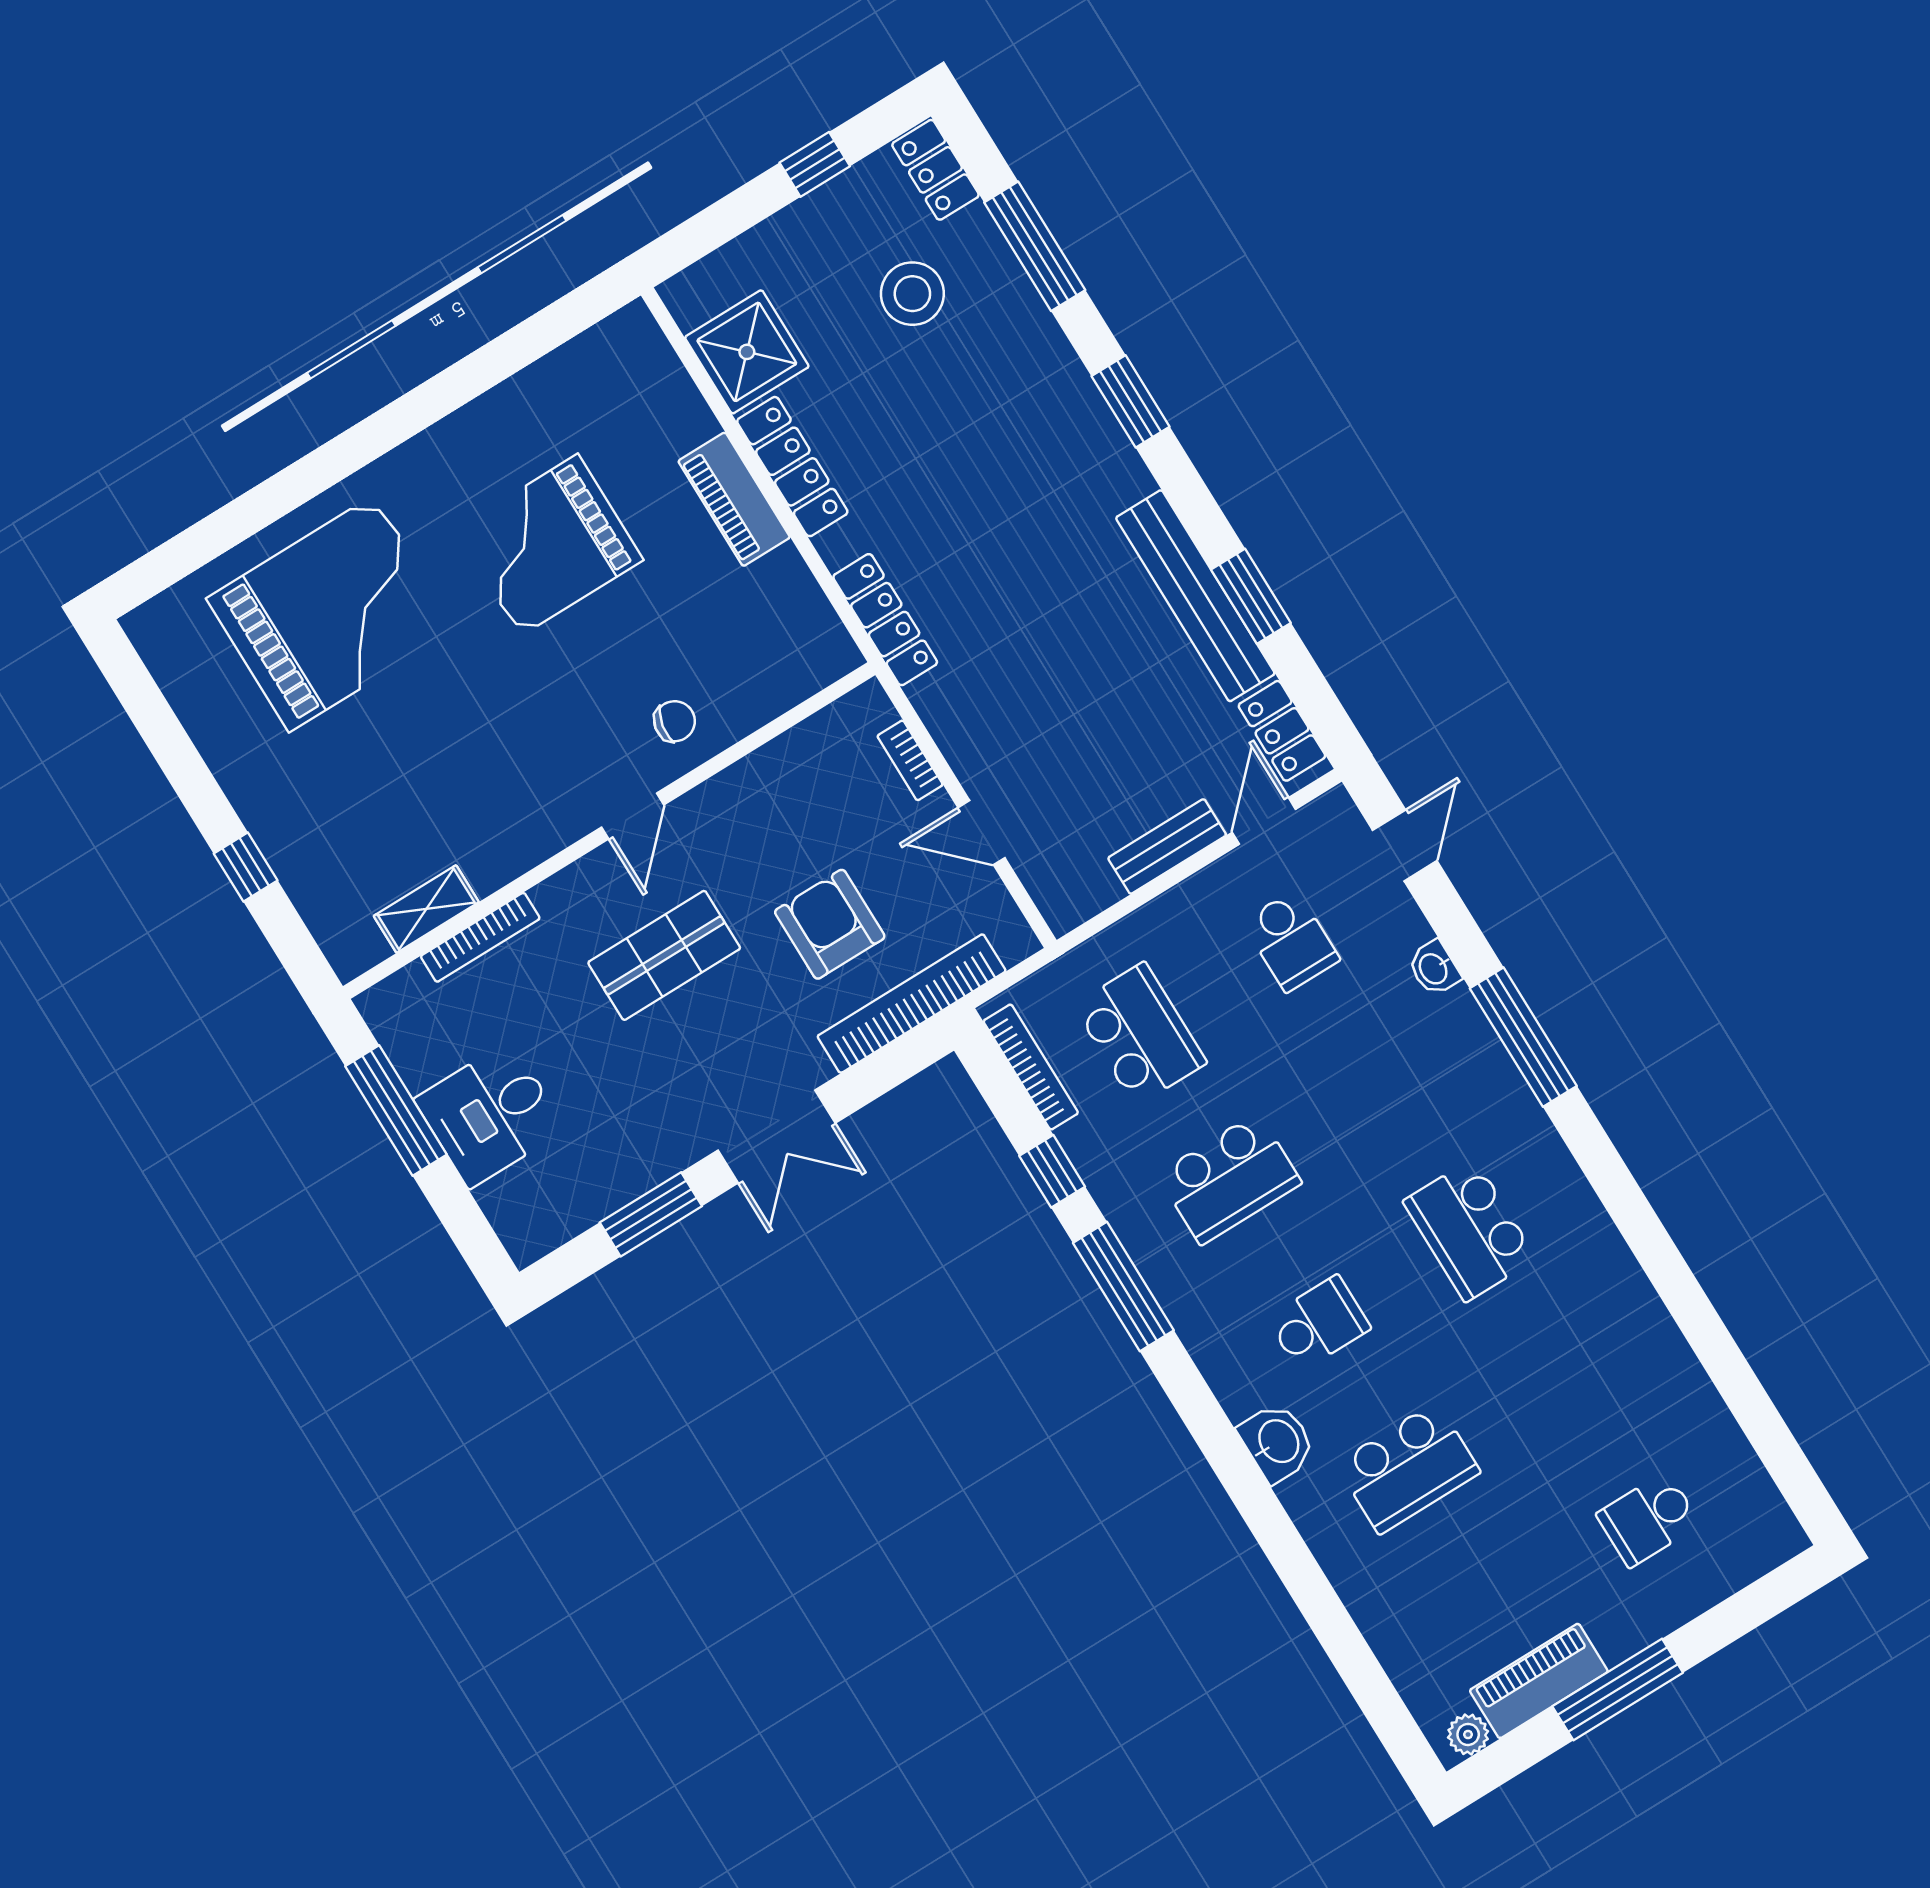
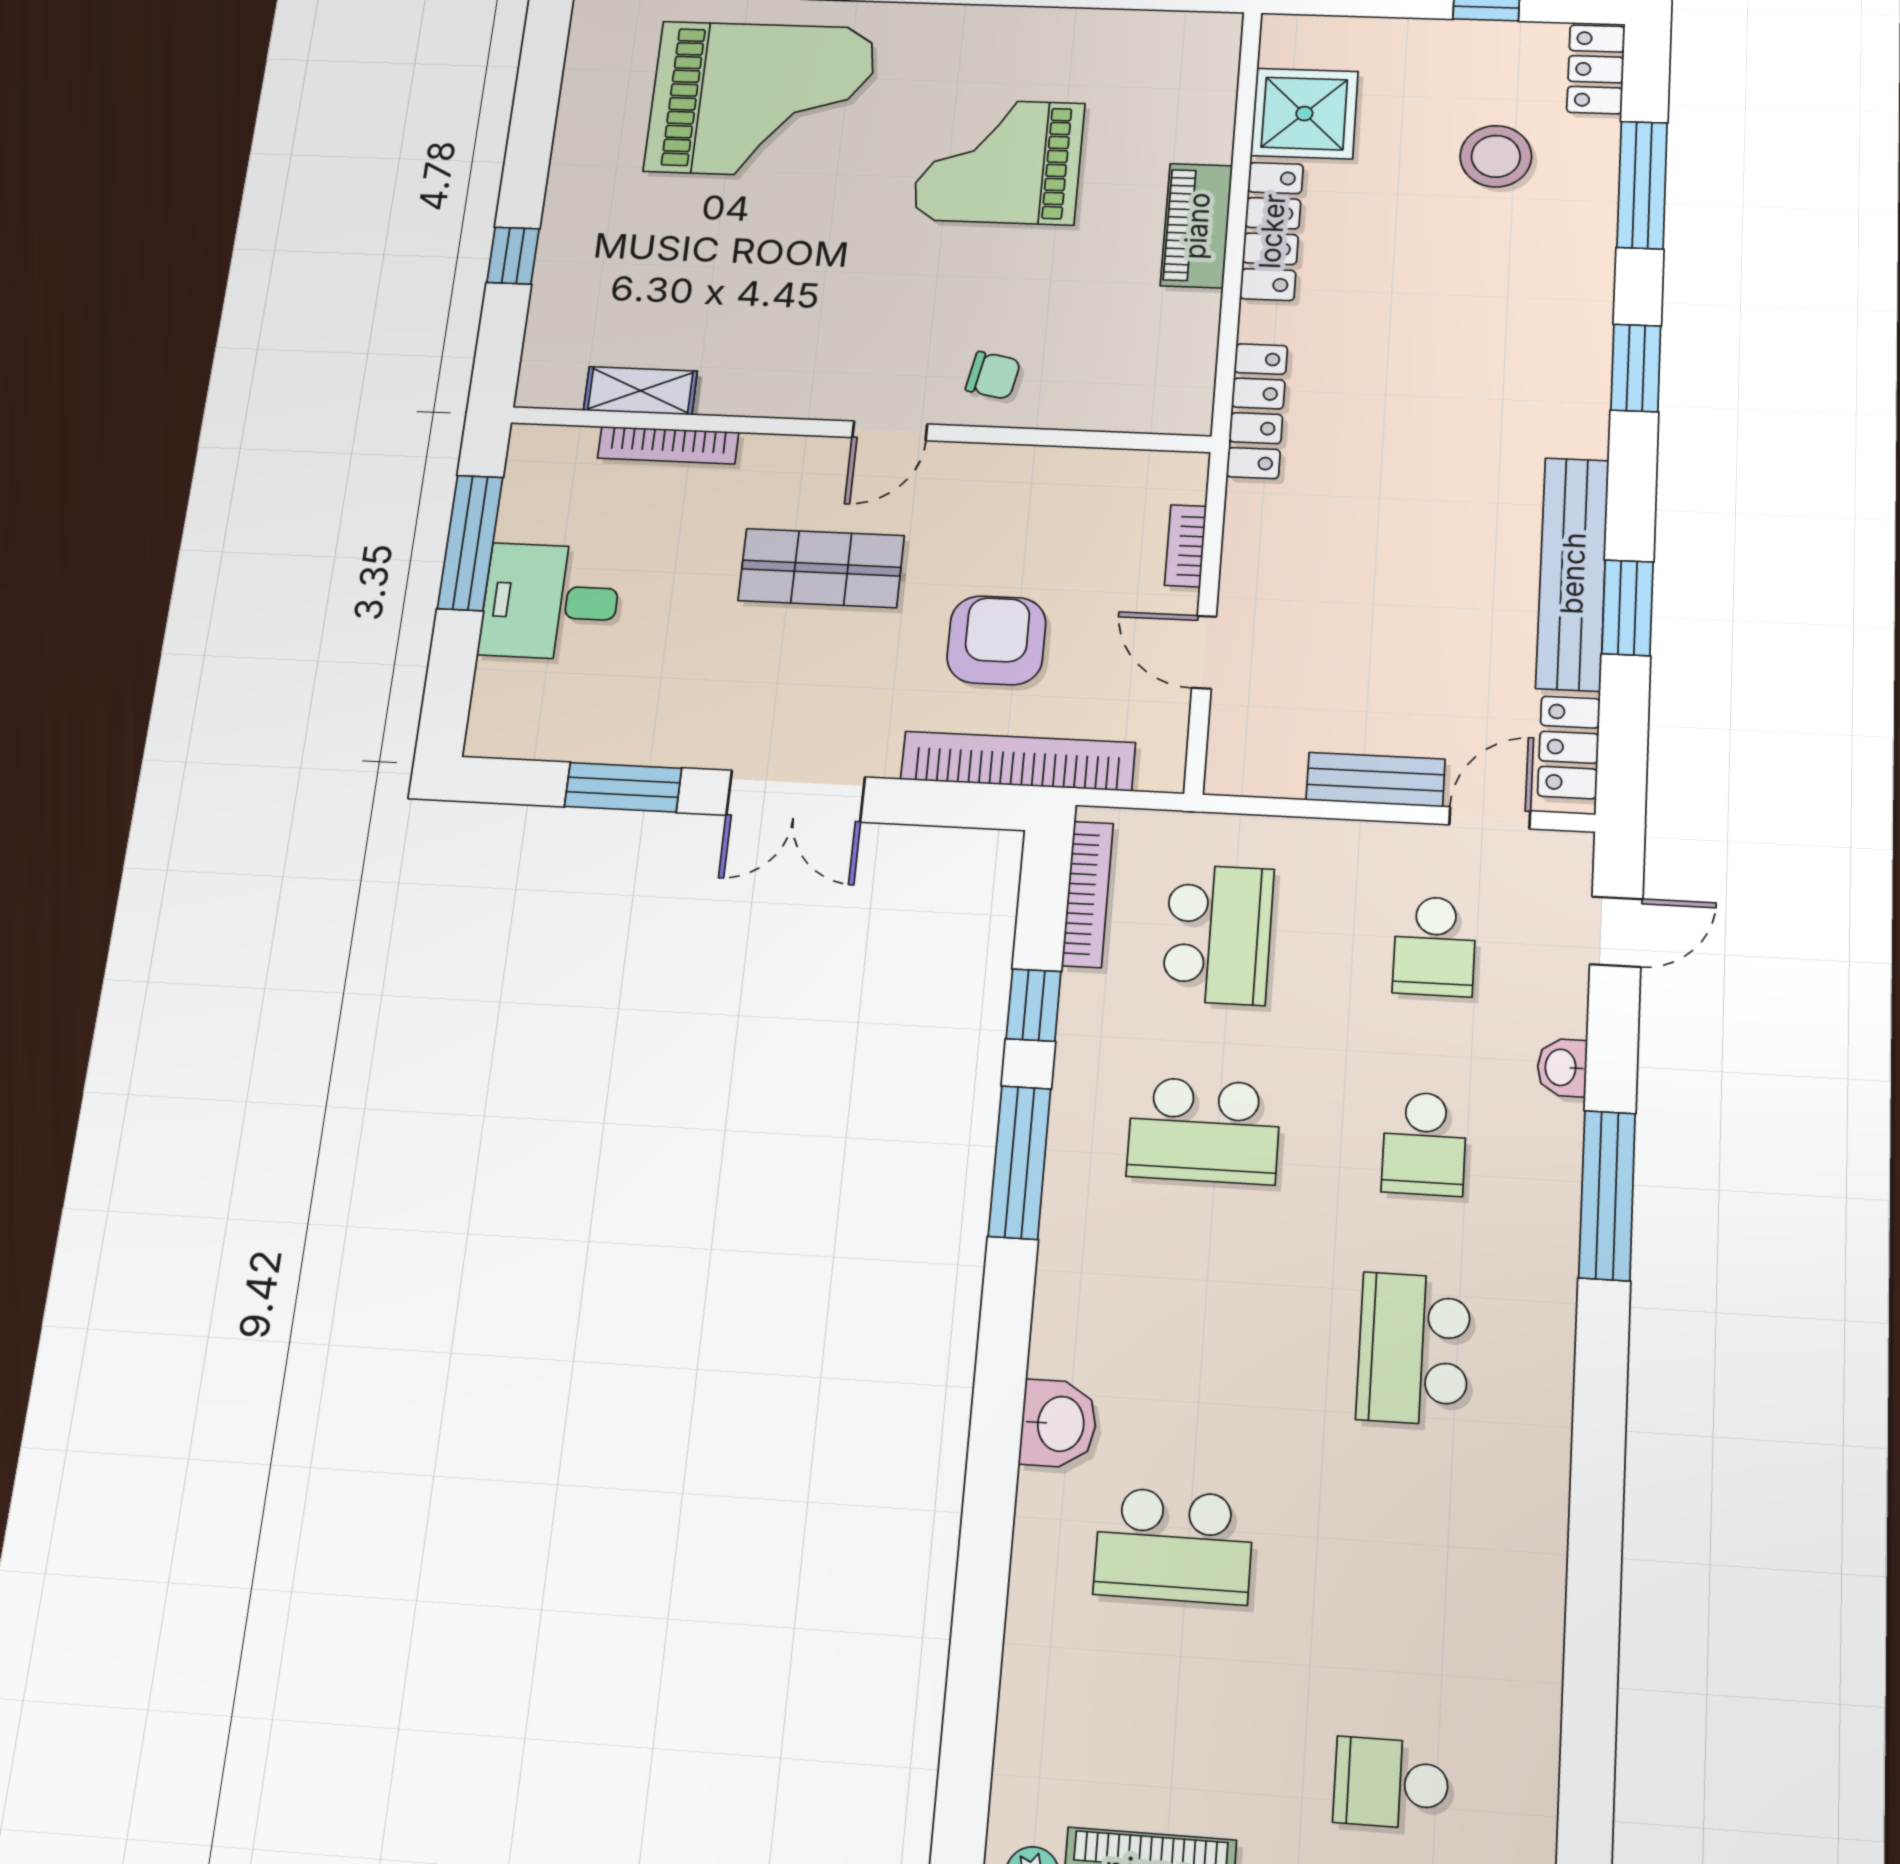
school desk: (1319, 1323) -> (1424, 1144), moved, turned 90

